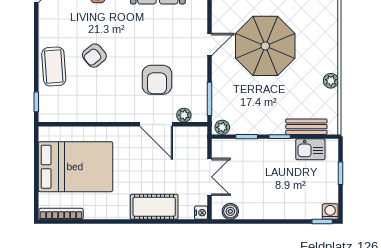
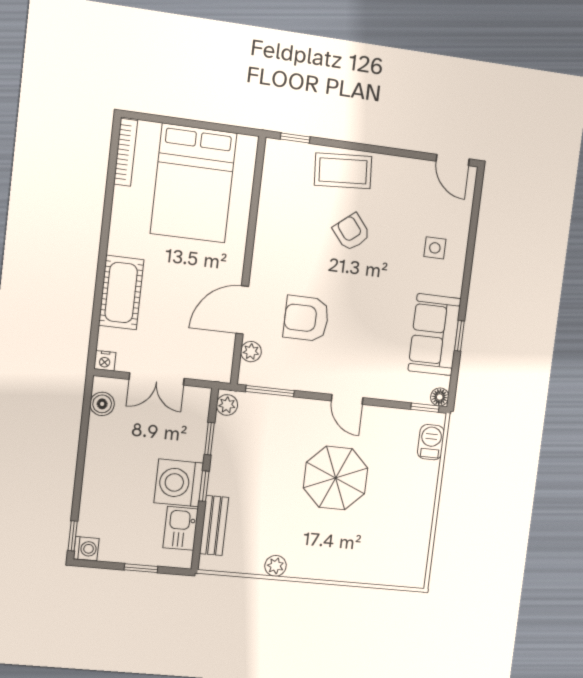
parasol: (265, 46) -> (336, 478), width x0.73, depth x0.73
washing machine: (279, 154) -> (179, 483), added

